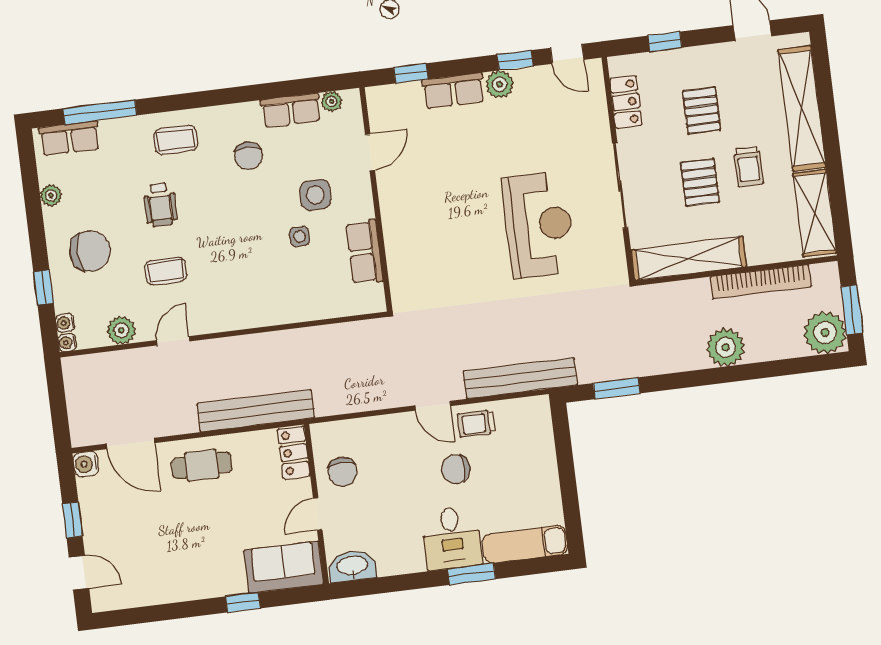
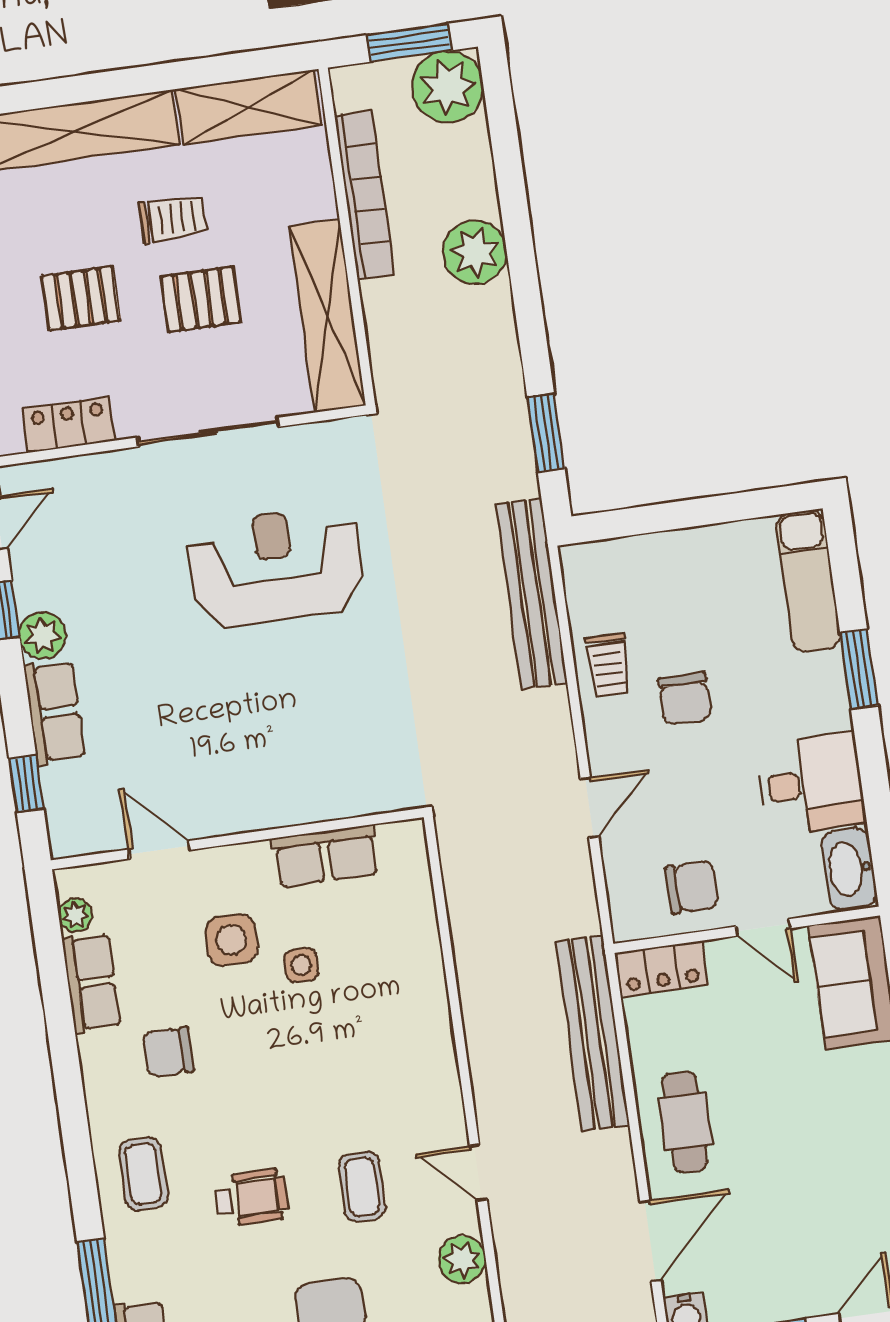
chair: (249, 156) -> (168, 1052), turned 180
door: (433, 406) -> (590, 808), moved
desk: (452, 538) -> (811, 784), moved

